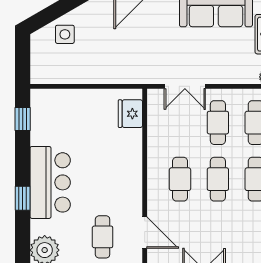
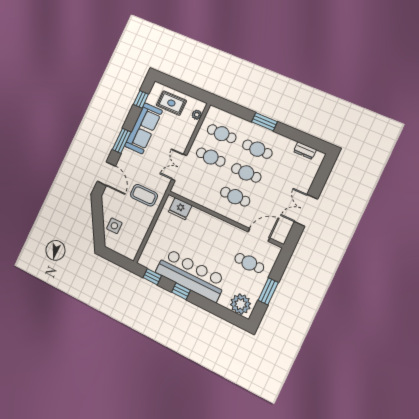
coffee table: (125, 56) -> (144, 195), added
double door: (185, 86) -> (179, 167), swing flipped
bar counter: (50, 182) -> (191, 275), width x1.36
window: (23, 198) -> (181, 291), moved

